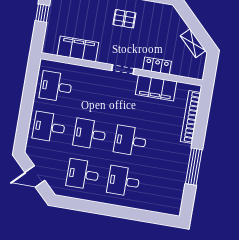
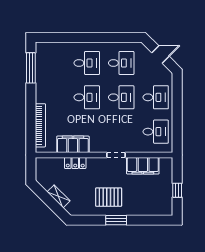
pallet: (124, 19) -> (109, 197), width x1.50, depth x1.42
shelving: (193, 43) -> (59, 196), moved
doorway: (123, 70) -> (116, 155), moved
window: (194, 167) -> (31, 68), moved

